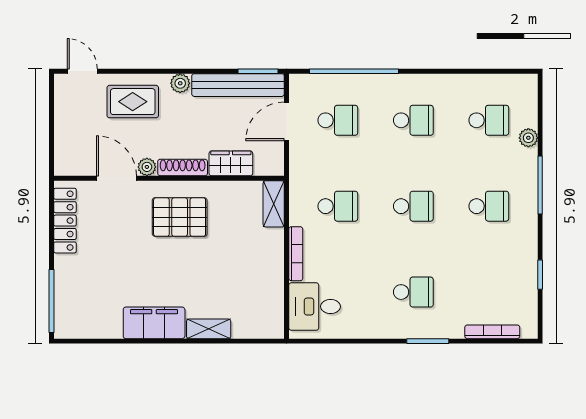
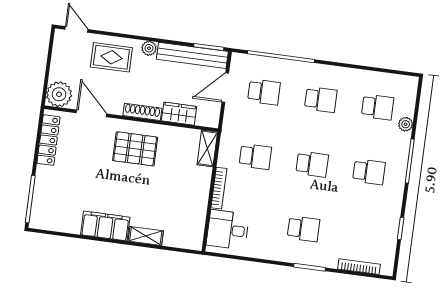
plant: (147, 167) -> (59, 94), moved, width x1.88, depth x1.88

